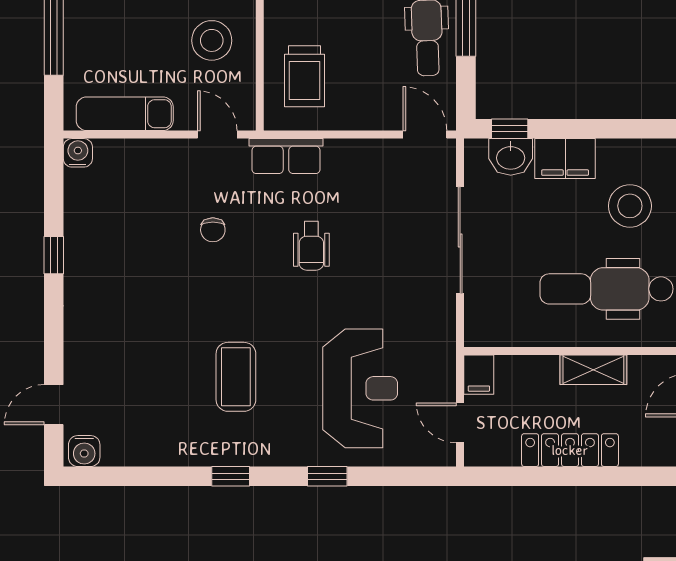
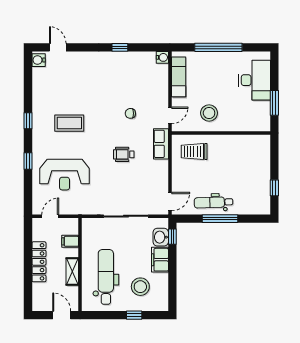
filing cabinet: (479, 375) -> (70, 241), moved

